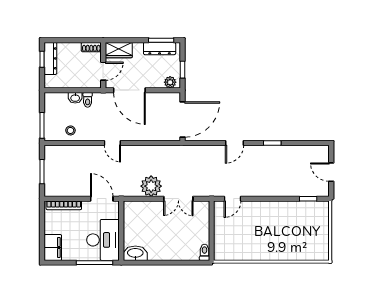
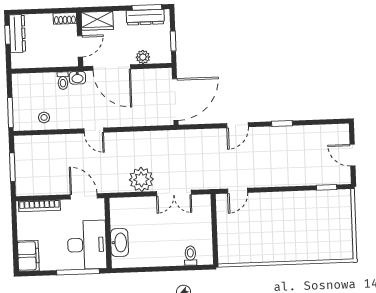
plant: (170, 82) -> (143, 57), moved
washbasin: (75, 98) -> (77, 78), moved
toilet: (204, 252) -> (190, 256), moved
washbasin: (135, 253) -> (119, 242), moved, turned 90

